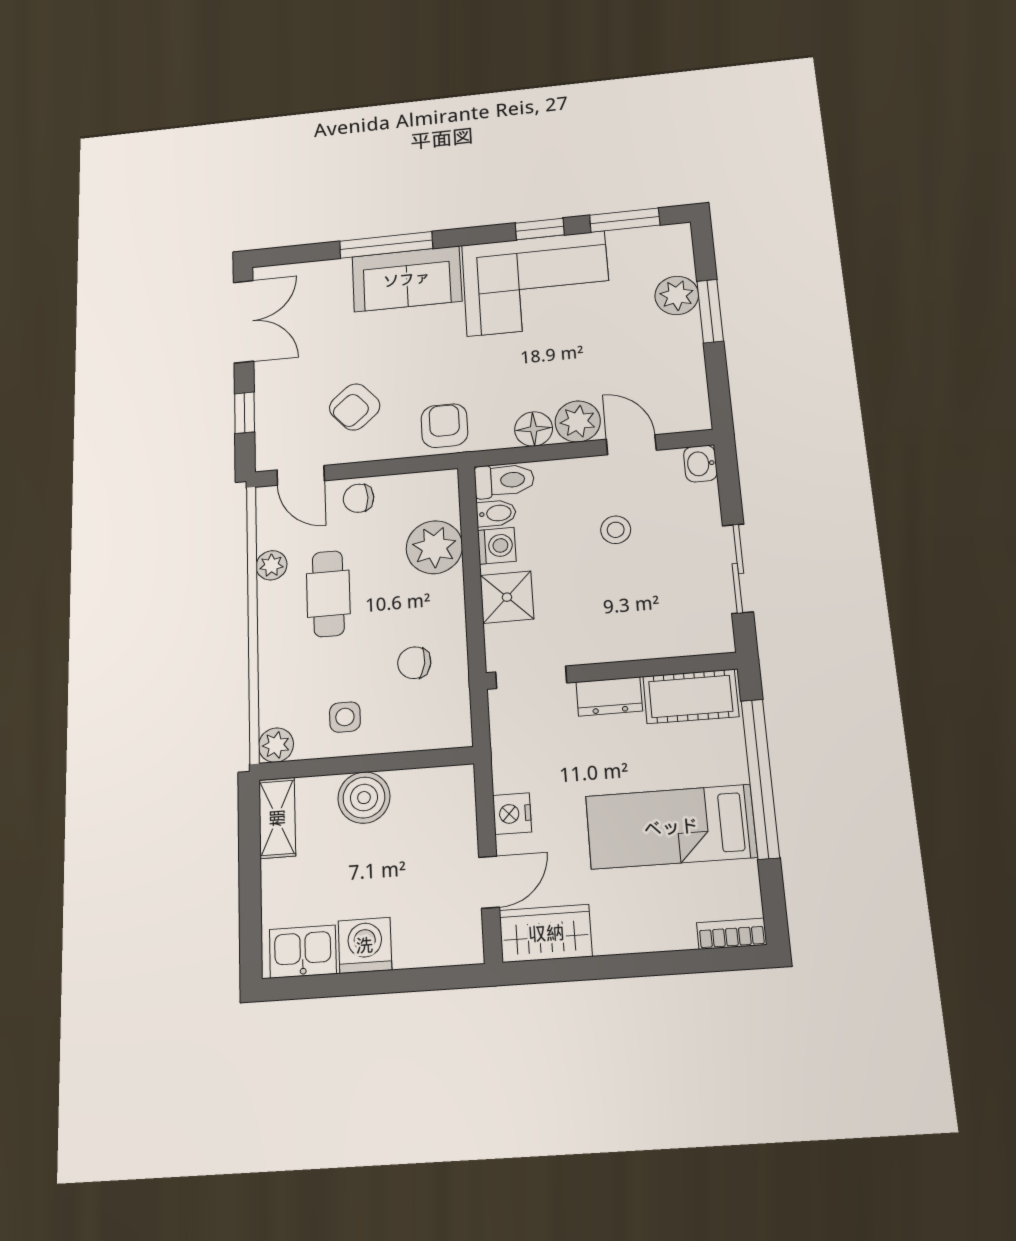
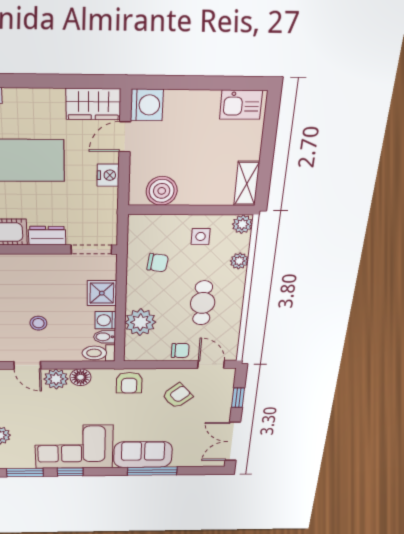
plant: (271, 565) -> (239, 261), moved
boiler: (364, 798) -> (162, 191), moved
washing machine: (365, 945) -> (147, 105), moved, turned -90

